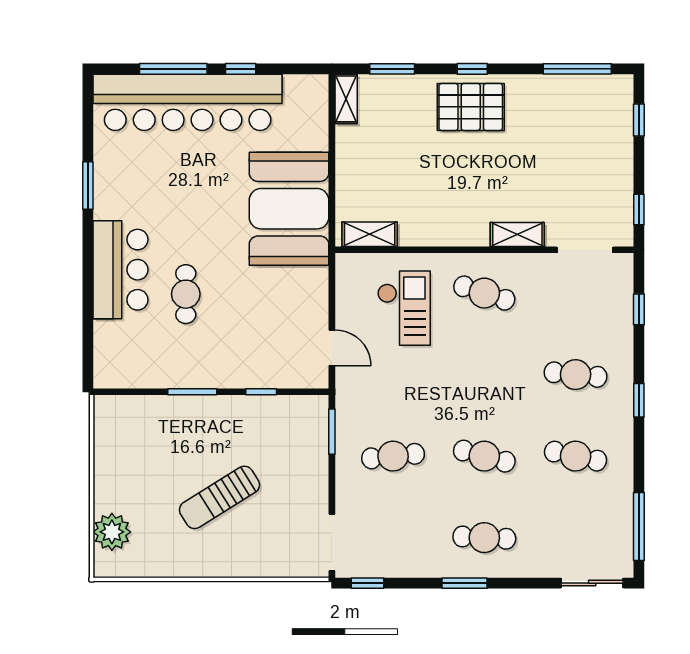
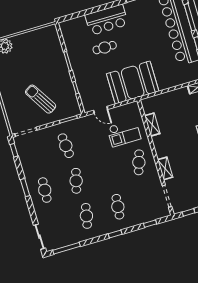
booth: (289, 209) -> (133, 82), moved
shelving: (370, 234) -> (152, 125), moved
door: (332, 348) -> (101, 110), hinge flipped
sun lounger: (219, 497) -> (41, 99), moved

